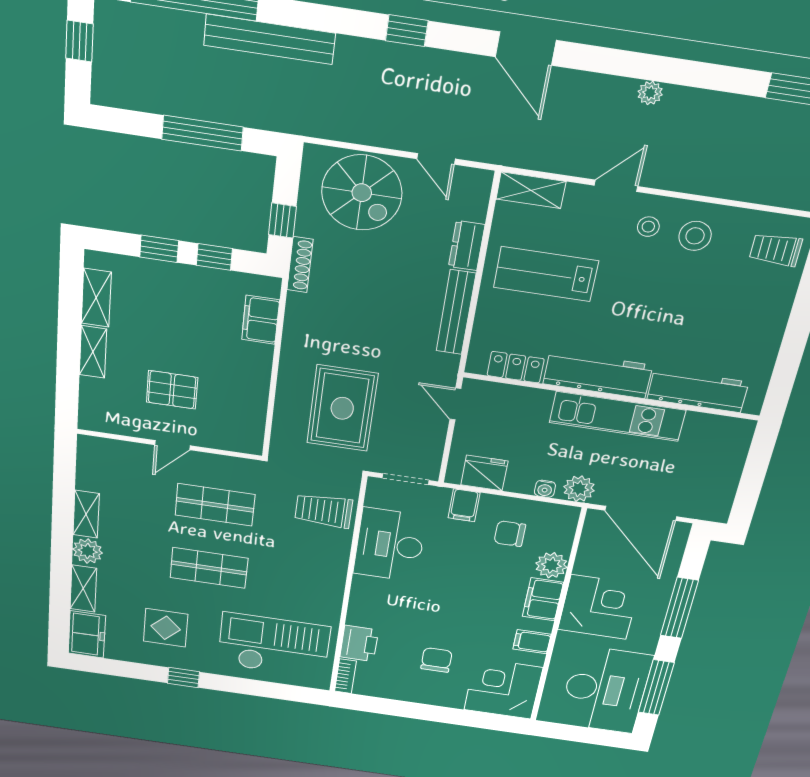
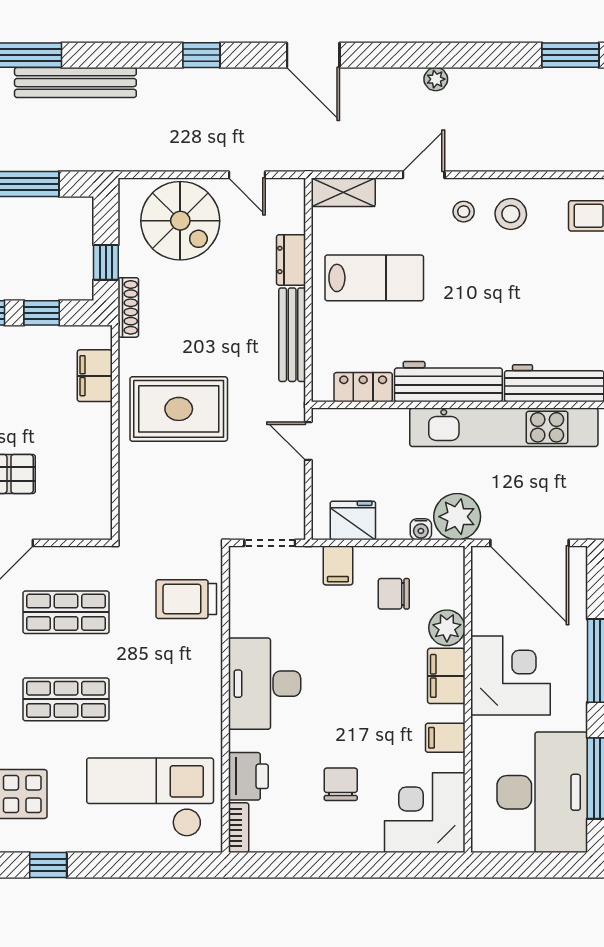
lab bench: (546, 274) -> (374, 278), turned 180
rug: (342, 408) -> (179, 409), moved, turned 90
kitchen unit: (617, 416) -> (504, 427), width x1.36
plant: (579, 489) -> (457, 517), width x1.36, depth x1.36
desk: (390, 545) -> (265, 684), moved

